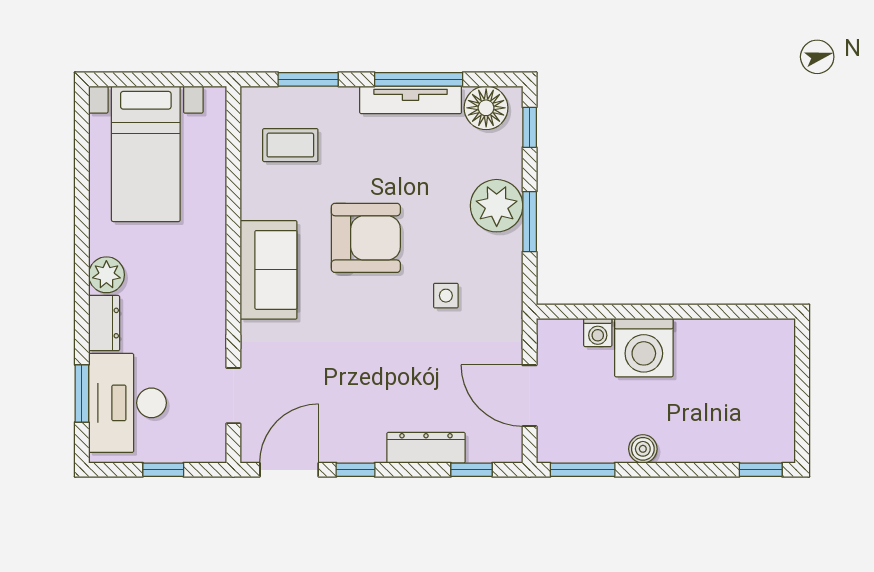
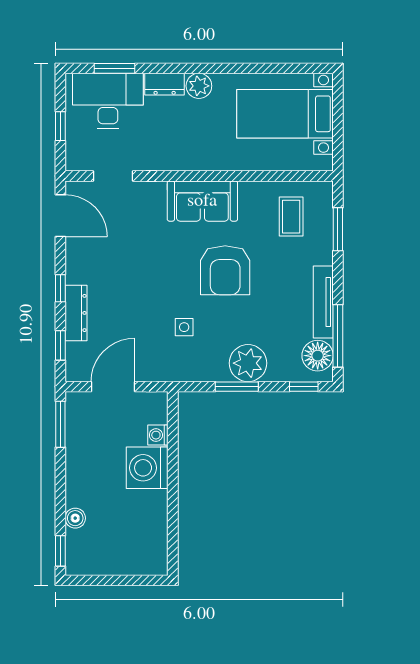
window: (419, 79) -> (338, 336), moved
boiler: (643, 449) -> (75, 518), moved
window: (355, 470) -> (60, 288), moved

